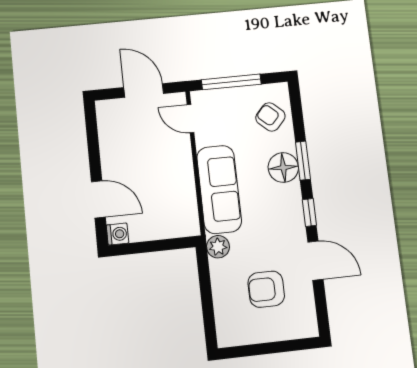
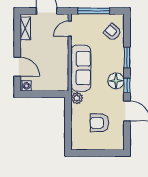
door: (190, 119) -> (70, 29), hinge flipped
shelving: (107, 126) -> (25, 28), added
floor lamp: (283, 168) -> (116, 81), moved

